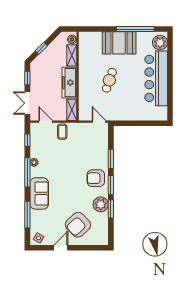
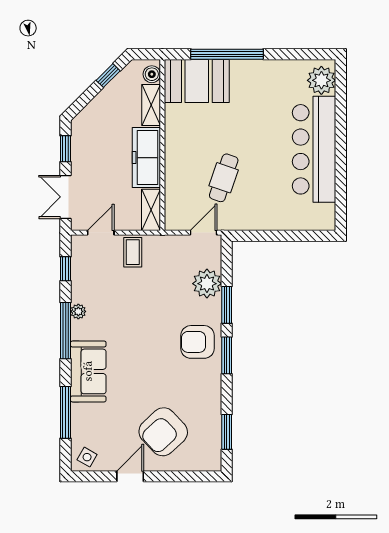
window: (135, 29) -> (227, 54), moved
booth: (119, 43) -> (197, 81), moved
window: (41, 48) -> (108, 76), moved
cafe table: (109, 80) -> (224, 178), moved
door: (46, 122) -> (101, 233), hinge flipped
door: (99, 122) -> (204, 233), hinge flipped
plant: (101, 204) -> (207, 284), moved
window: (111, 209) -> (227, 432), moved

